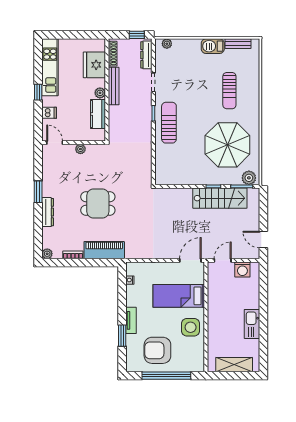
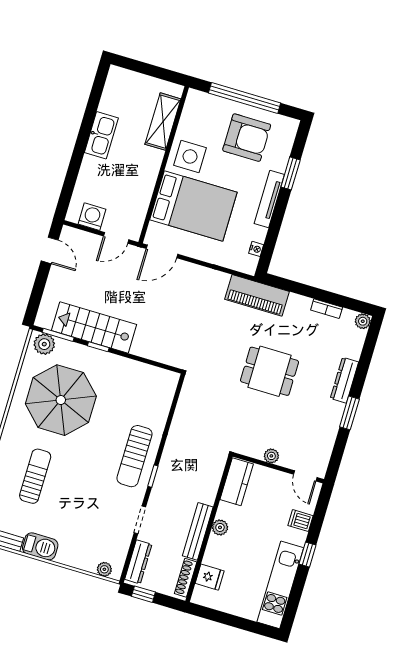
fridge: (94, 65) -> (210, 577), width x0.53, depth x0.75
kitchen counter: (98, 114) -> (237, 482), moved
piano: (104, 250) -> (257, 295), moved
bed: (179, 296) -> (193, 206), width x1.50
tv unit: (131, 320) -> (269, 199), width x1.41
shelving: (234, 365) -> (163, 122), moved, turned 90

